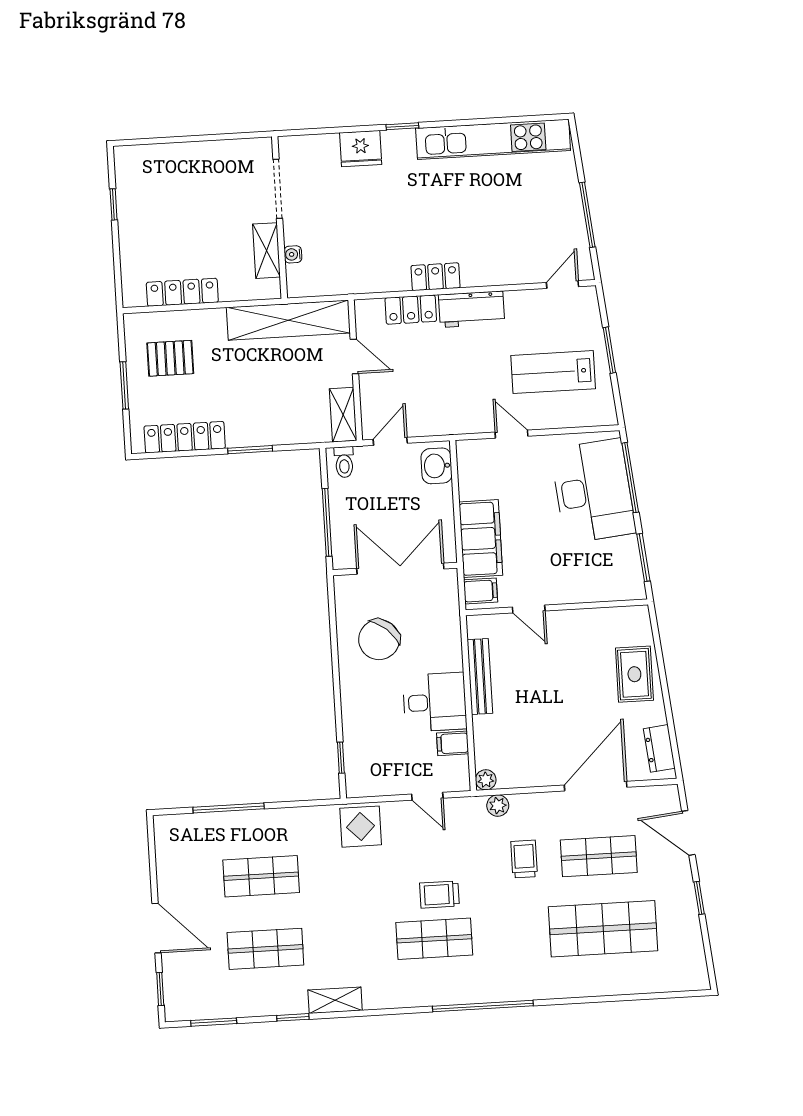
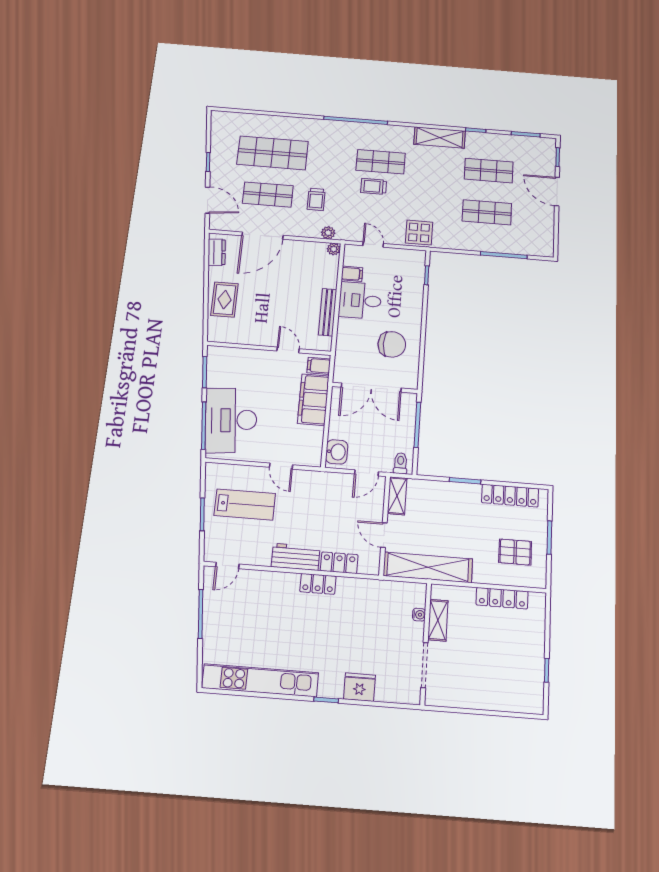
chair: (379, 640) -> (392, 344), turned 49
trolley: (439, 895) -> (374, 186), turned 180
shelving: (335, 1000) -> (440, 138), width x1.50, depth x1.33

